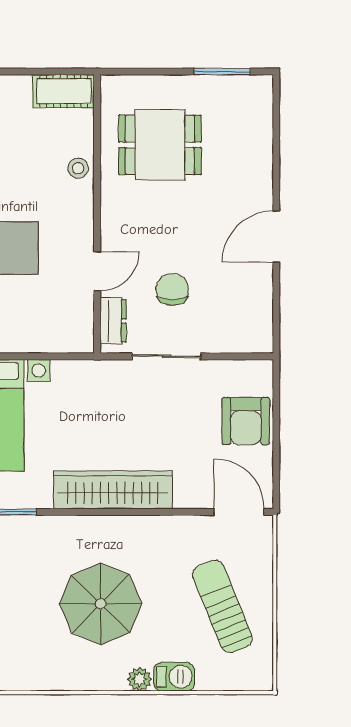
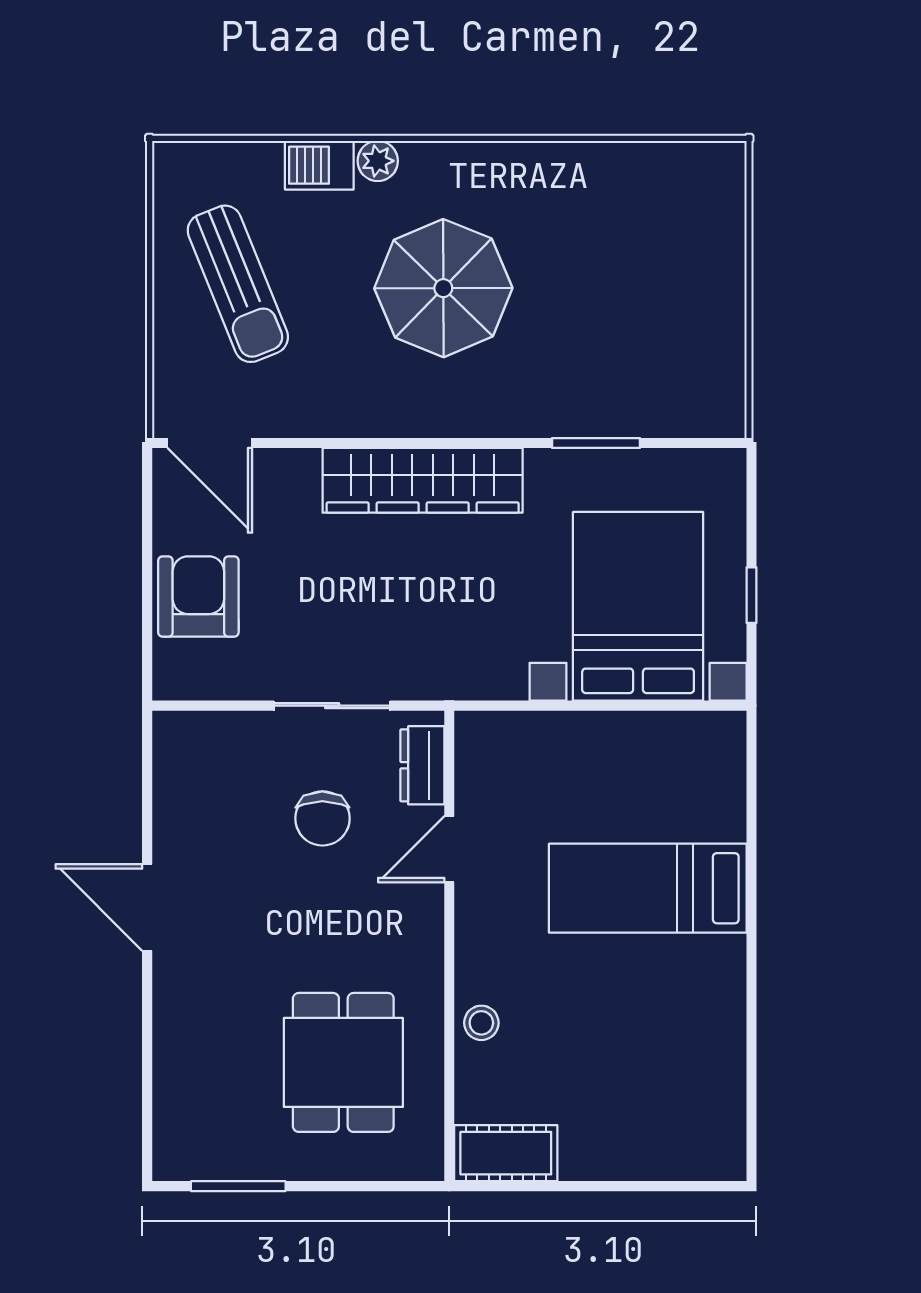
dining table: (160, 145) -> (343, 1062), turned 90
door: (276, 237) -> (147, 907), swing flipped

